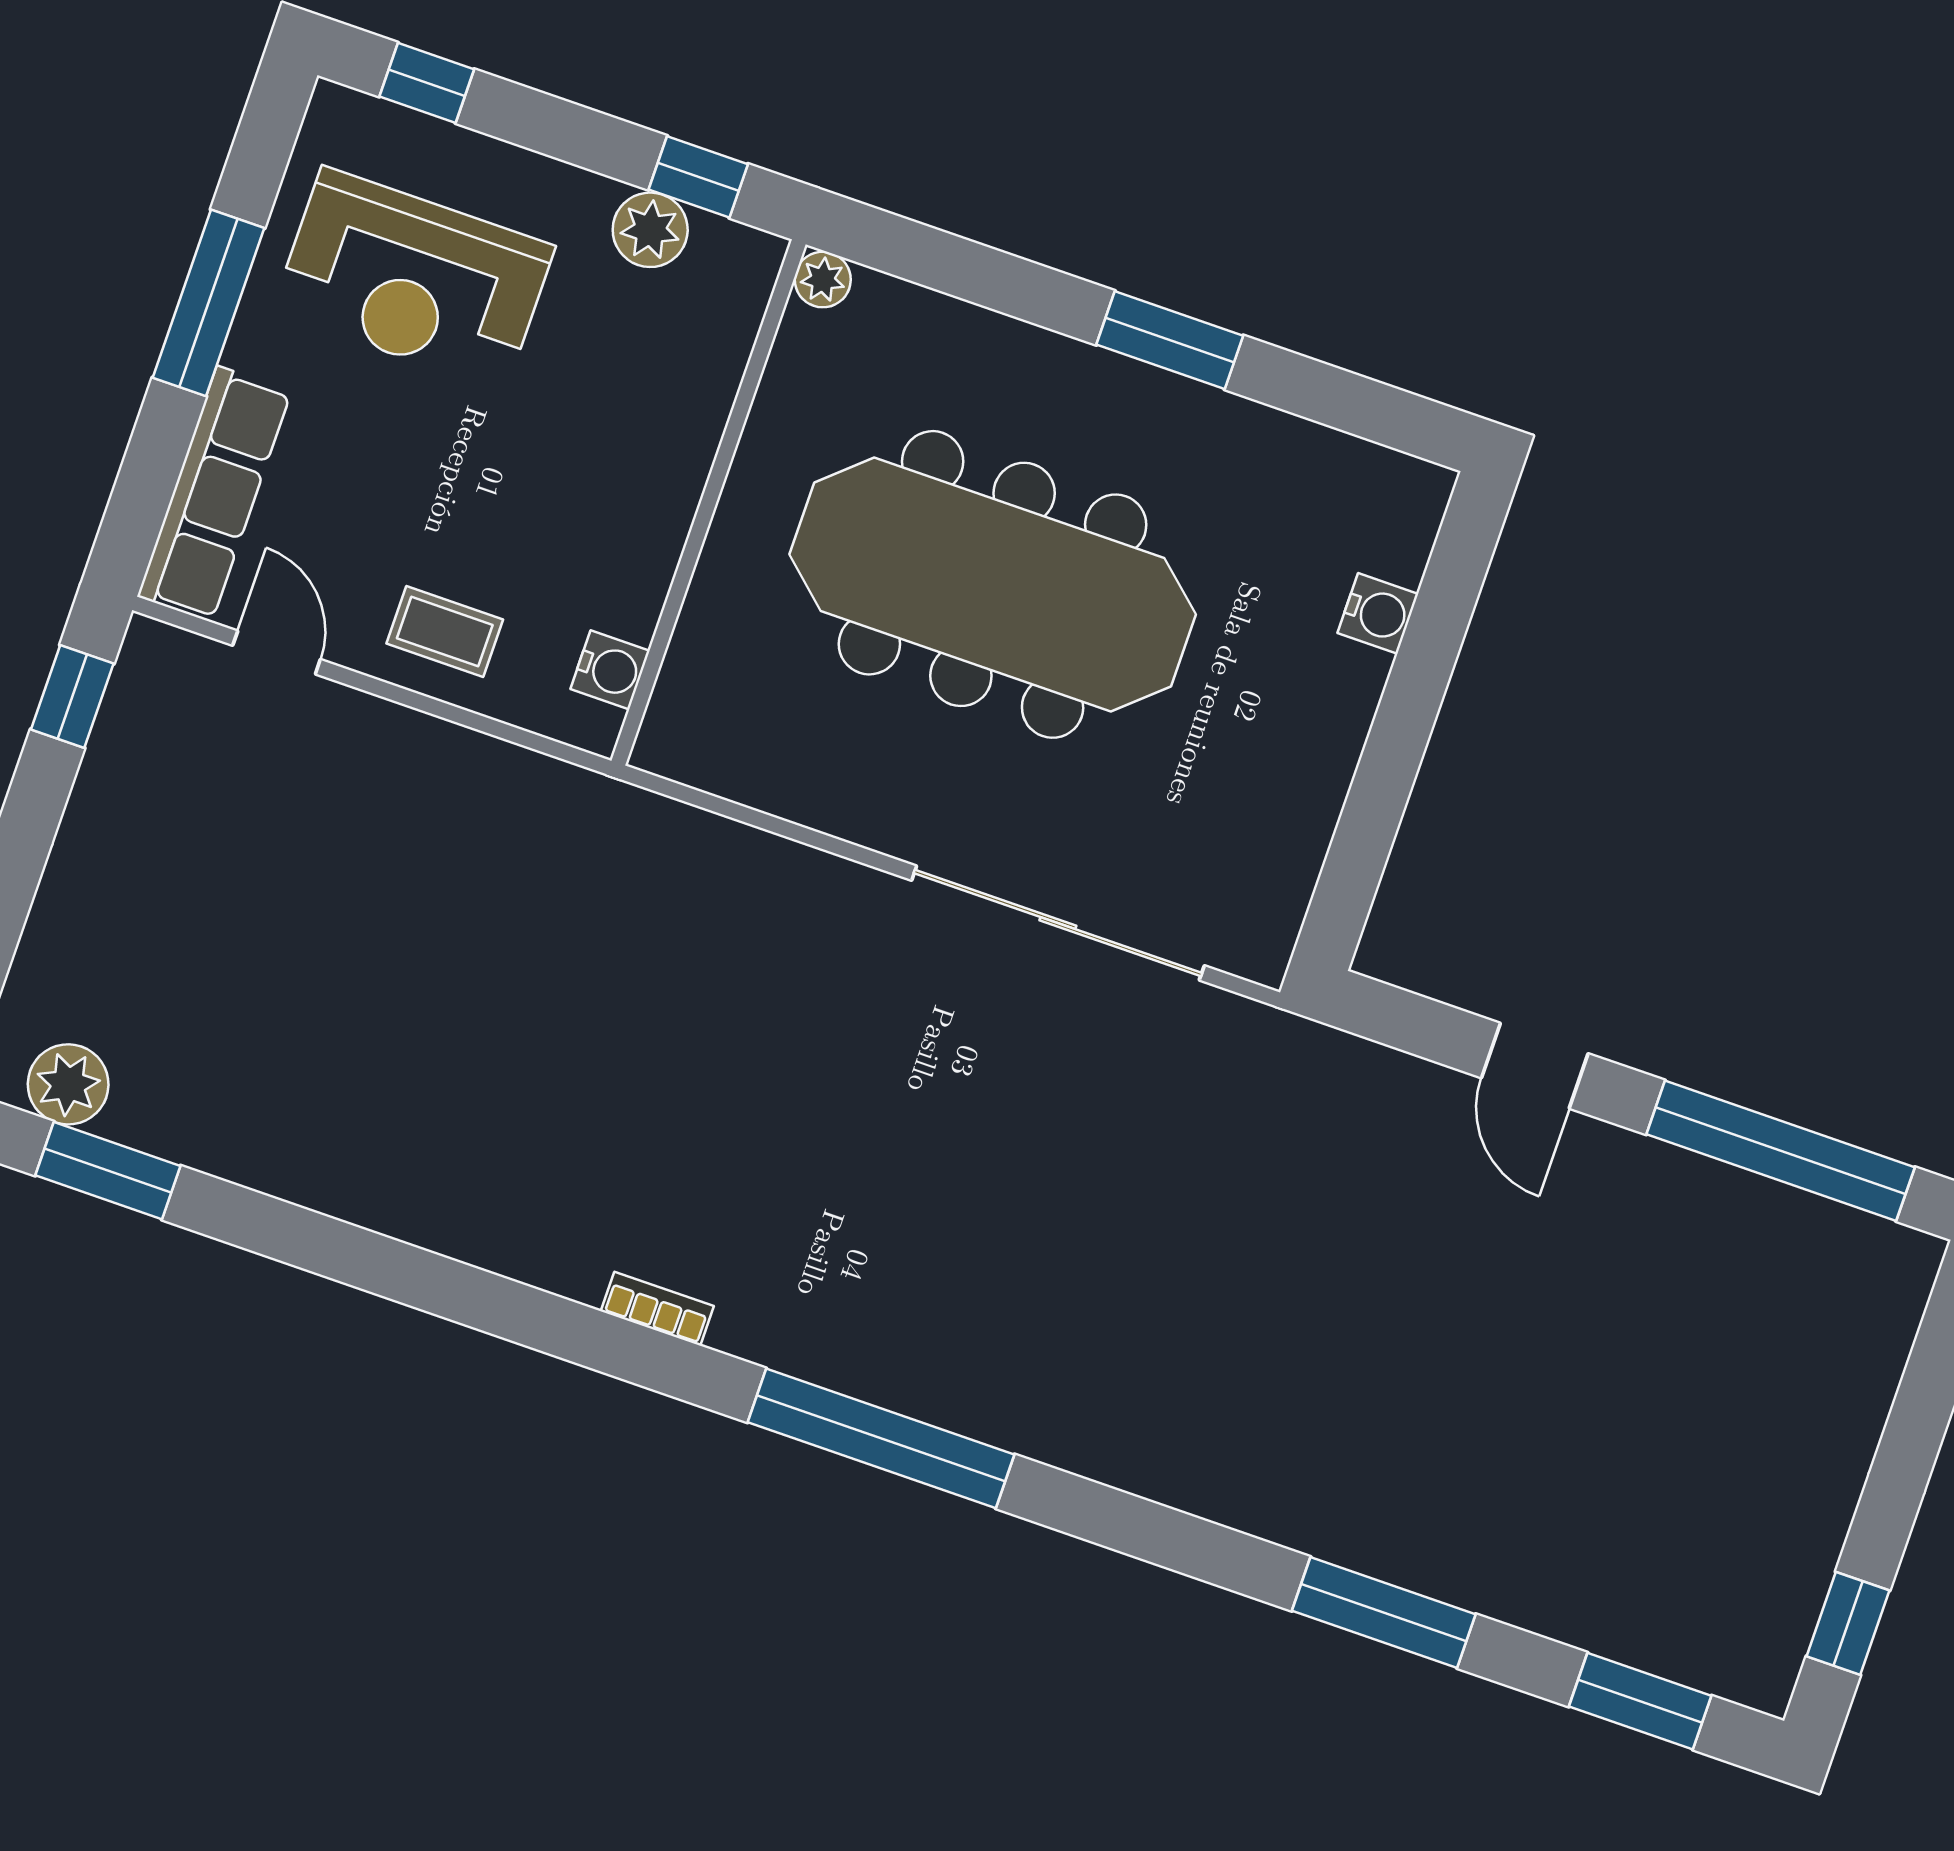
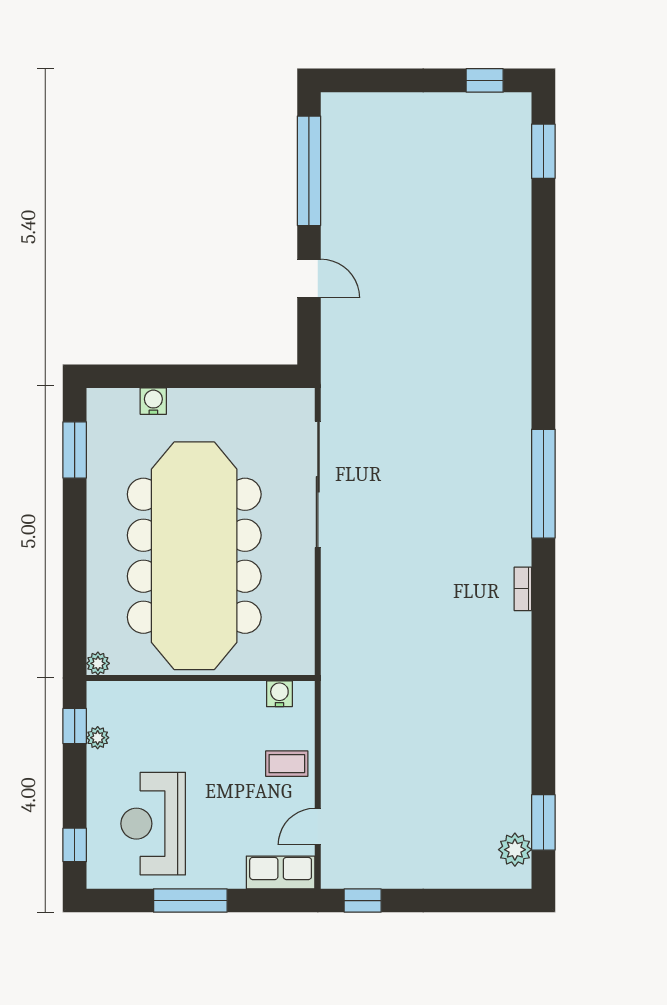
plant: (650, 230) -> (98, 738), width x0.73, depth x0.73
reception desk: (413, 279) -> (153, 824), turned 180
window: (1170, 340) -> (75, 450), moved
row of seats: (214, 494) -> (281, 872), width x0.68
meeting table: (993, 584) -> (194, 556), width x1.36, depth x1.27
coffee table: (445, 632) -> (287, 764), turned 90
door: (1535, 1066) -> (309, 279), hinge flipped
window: (1384, 1612) -> (543, 263), removed

